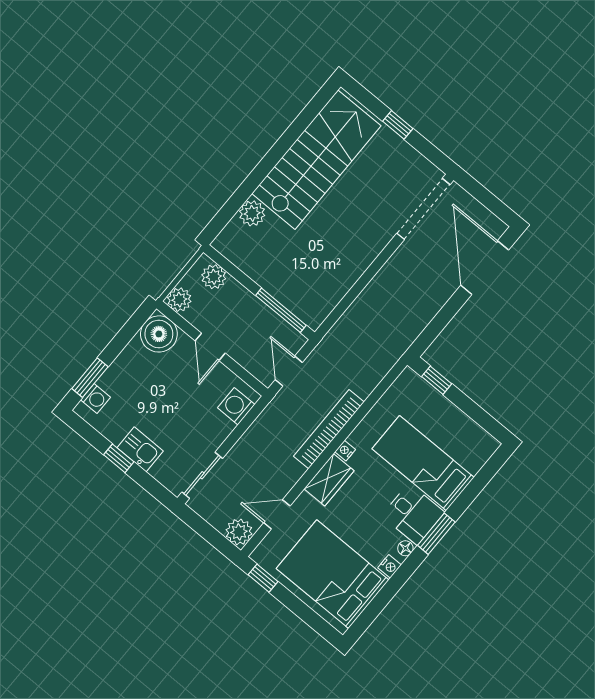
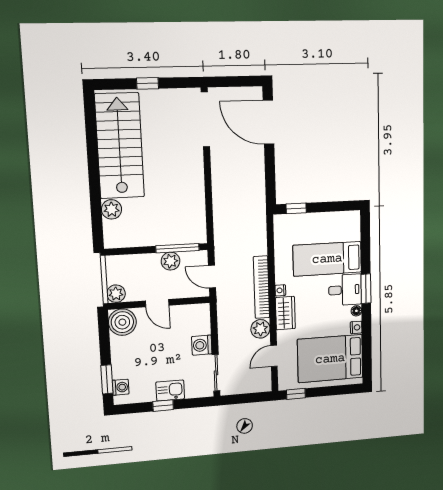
plant: (214, 277) -> (170, 261), moved
washing machine: (236, 406) -> (202, 345), moved
plant: (239, 532) -> (260, 329), moved

